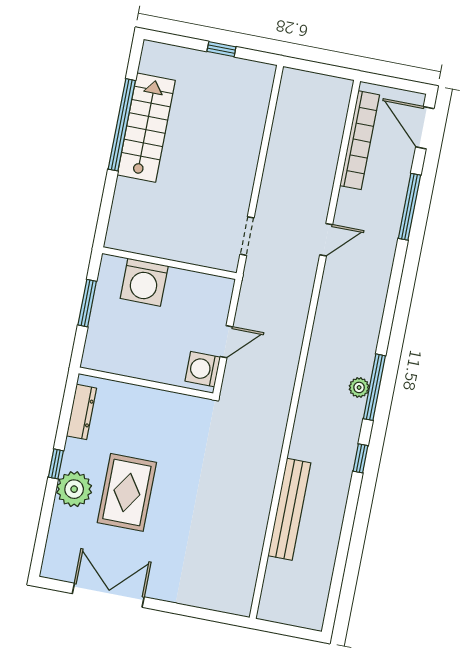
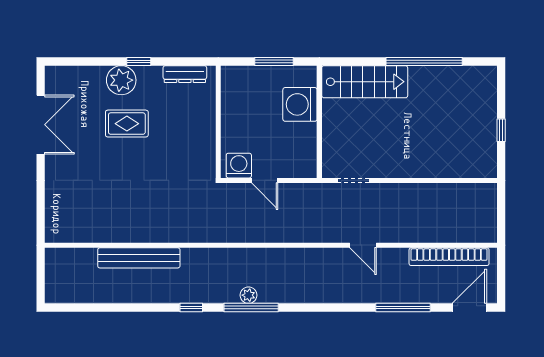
stairs: (146, 128) -> (365, 82), moved
rug: (127, 492) -> (127, 124), width x0.73, depth x0.70

